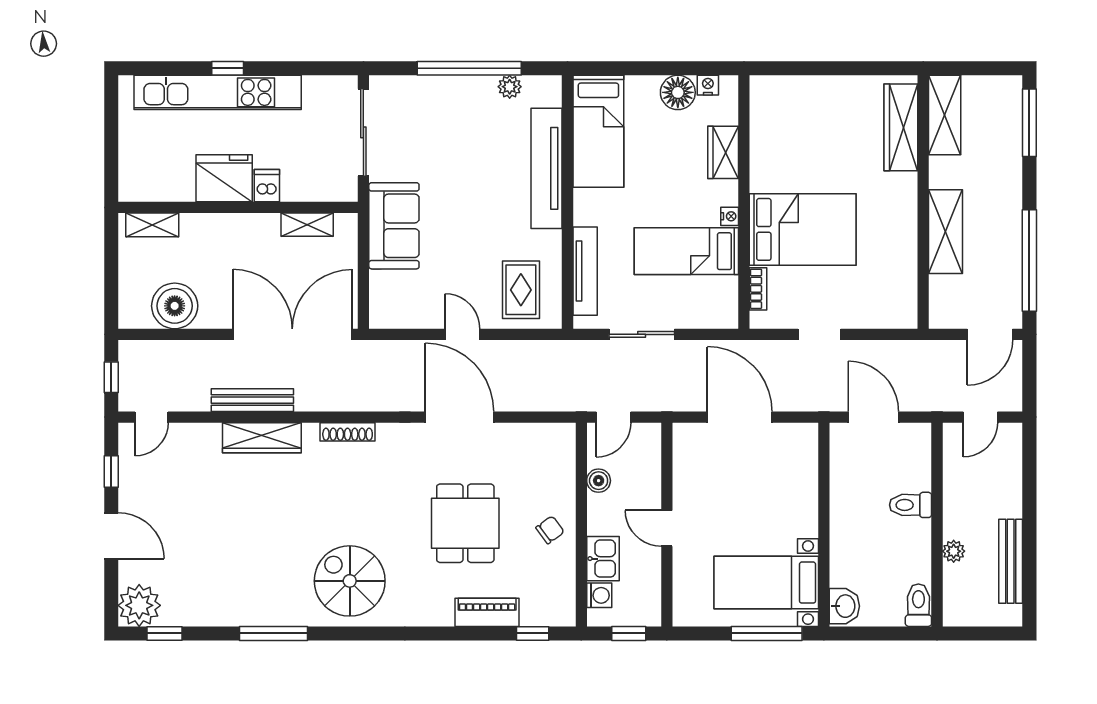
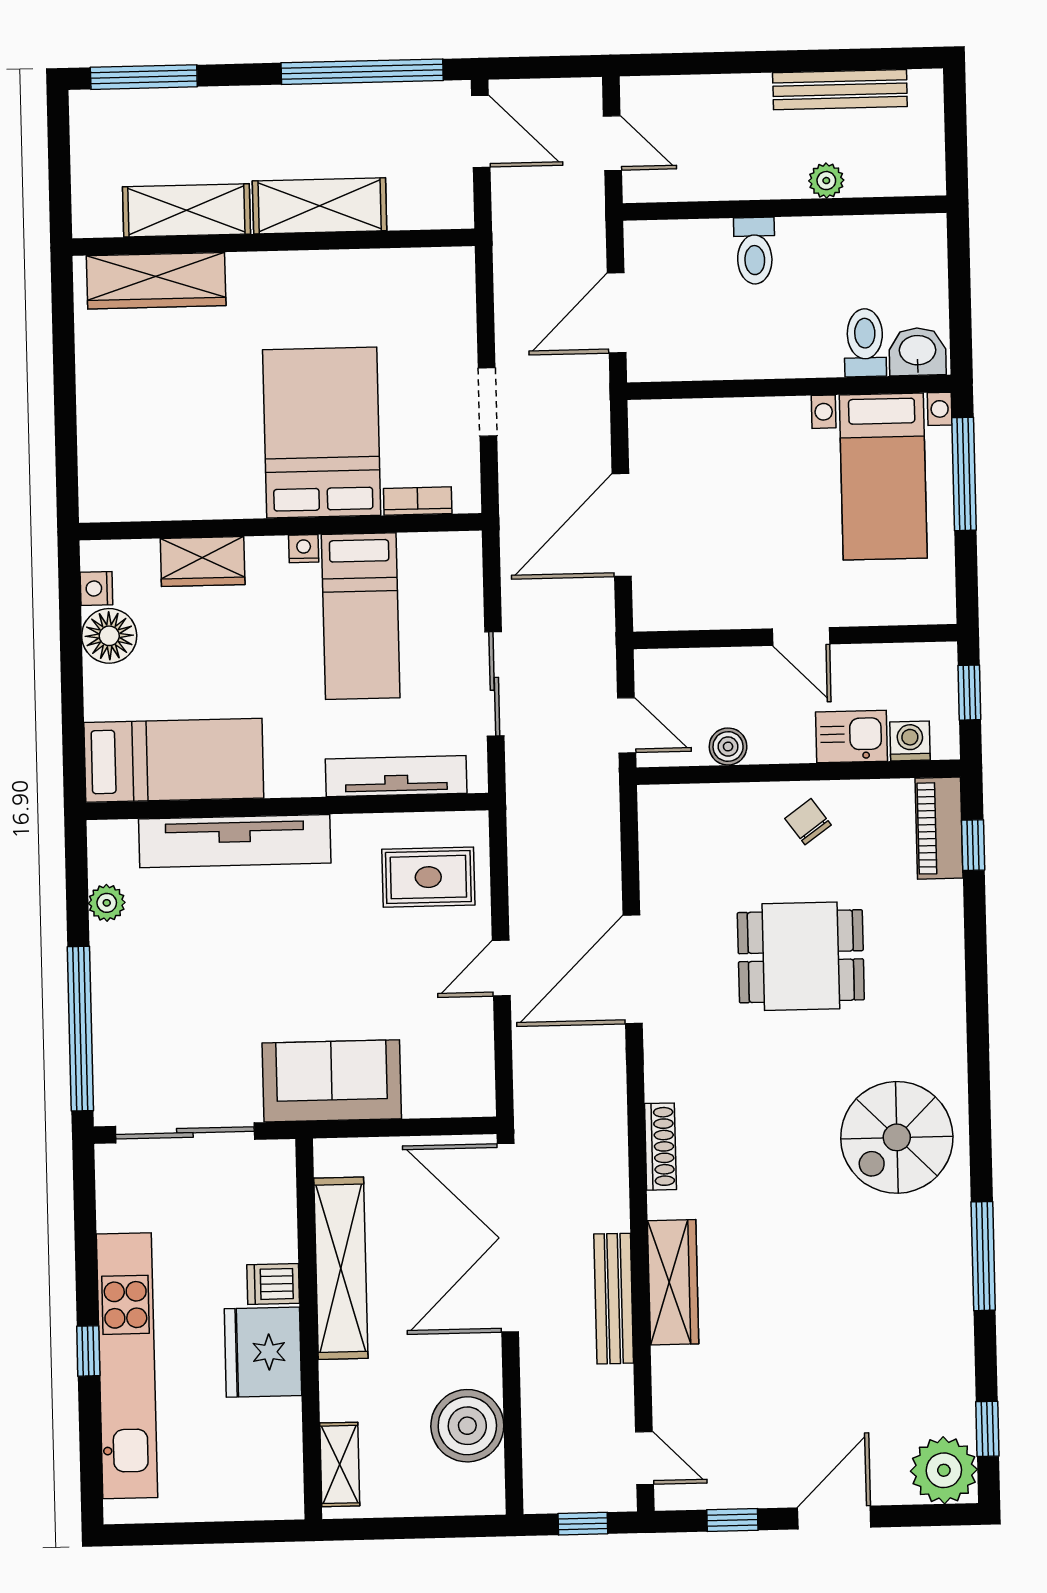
window: (469, 68) -> (80, 1029), moved
shelving: (945, 115) -> (186, 210), moved
shelving: (307, 225) -> (341, 1268), width x2.20, depth x1.33
door: (667, 528) -> (801, 636), hinge flipped
toilet: (918, 605) -> (865, 343), moved, turned 90
piano: (487, 612) -> (939, 828), moved

